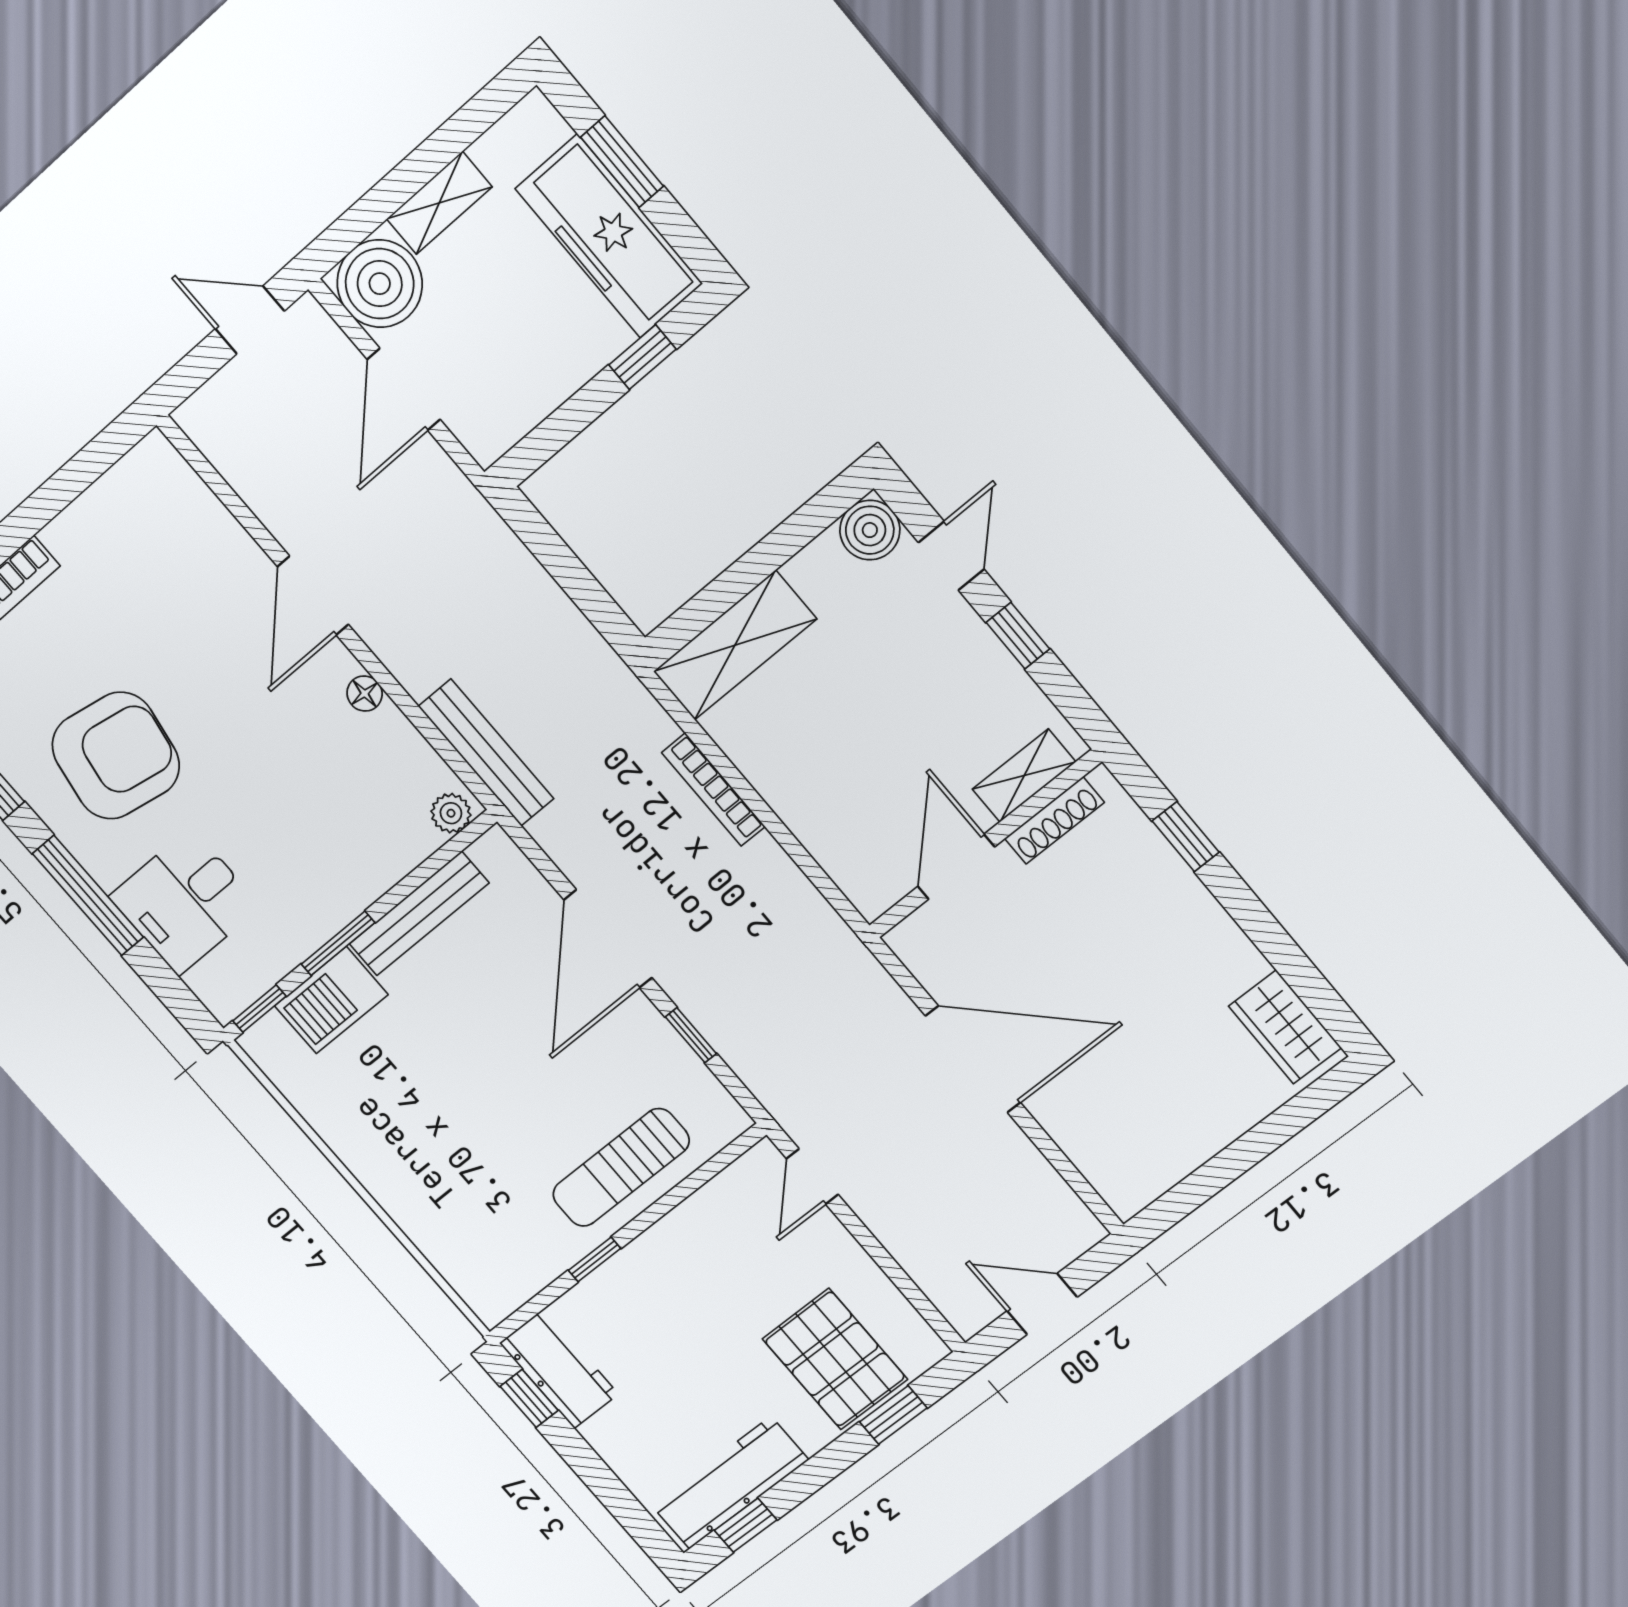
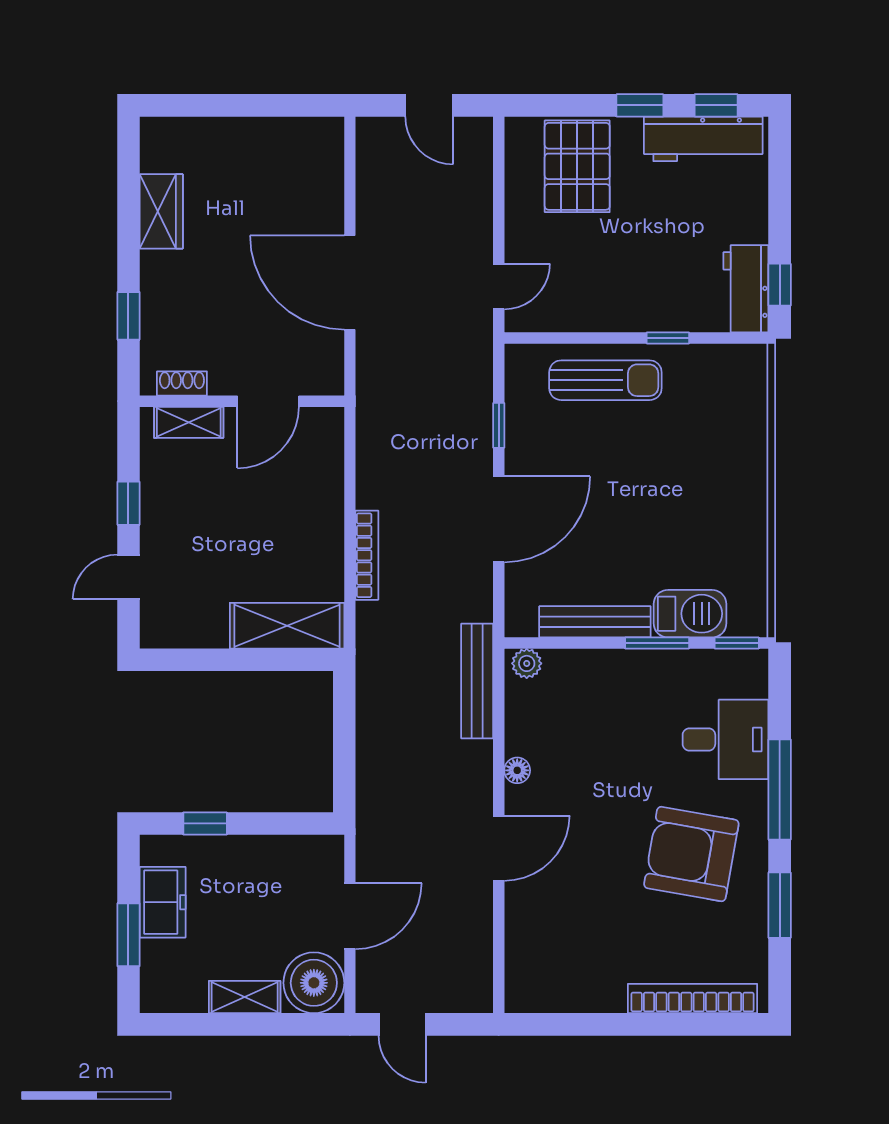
freezer: (609, 236) -> (163, 902), width x0.52, depth x0.79
boiler: (870, 530) -> (161, 628), removed
shoe rack: (1054, 820) -> (182, 383), width x0.70
wardrobe: (1285, 1027) -> (161, 211), moved
window: (893, 1415) -> (640, 105), moved

